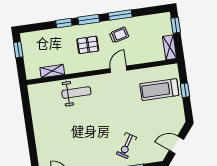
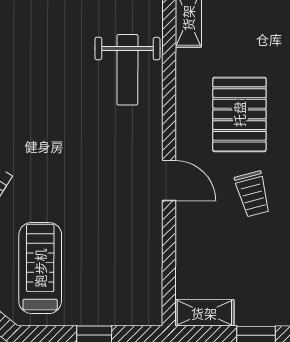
pallet: (88, 45) -> (239, 114), width x1.50, depth x1.42
treadmill: (159, 90) -> (40, 268), moved

